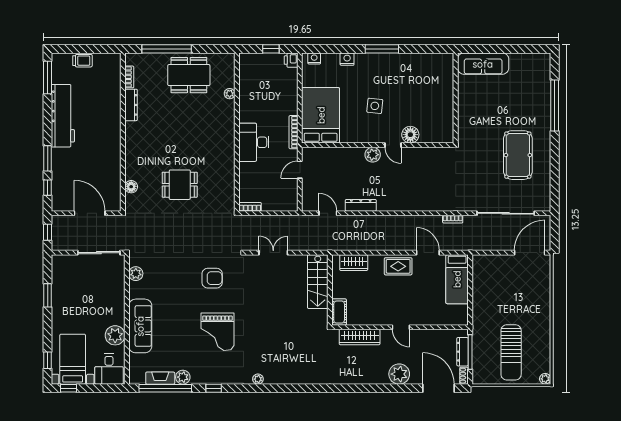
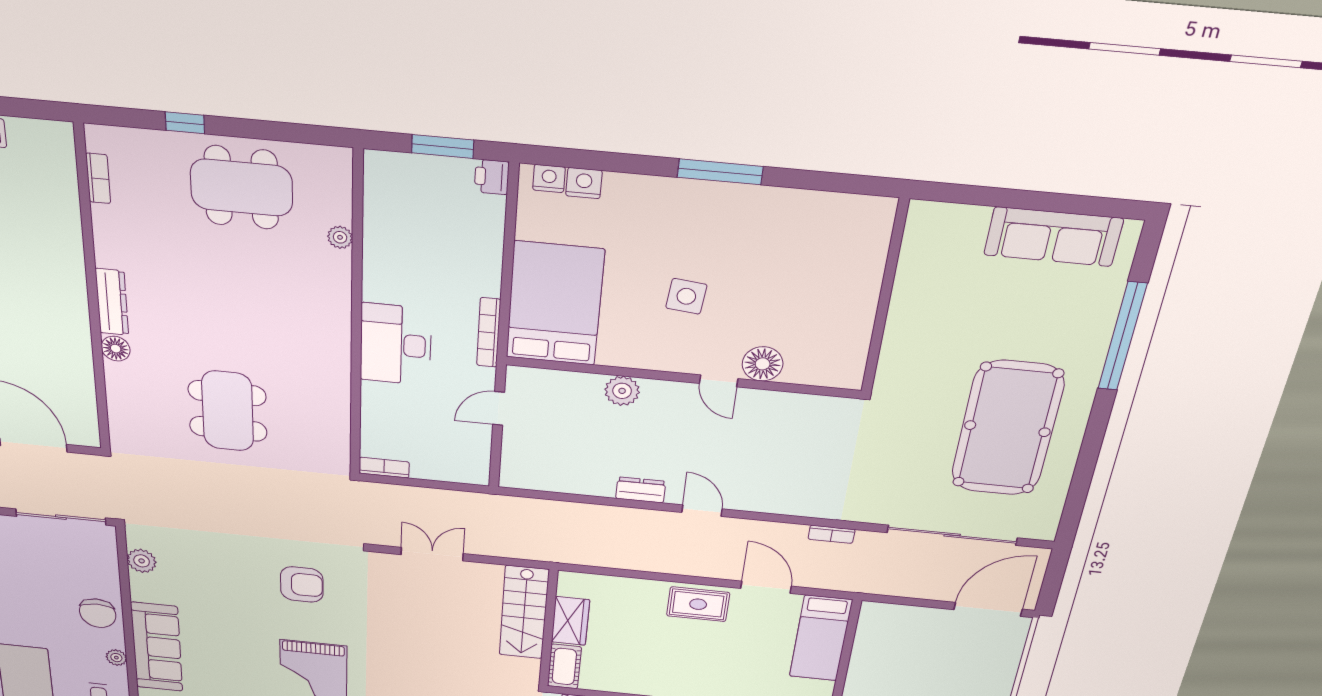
window: (167, 49) -> (185, 123), width x0.32
window: (271, 49) -> (443, 146), width x1.50
nightstand: (347, 59) -> (584, 183), moved
sofa: (483, 64) -> (1053, 237), moved
dresser: (131, 105) -> (112, 302), moved
plant: (373, 155) -> (622, 391), moved
pool table: (518, 155) -> (1007, 429), width x1.36, depth x1.32
dining table: (180, 185) -> (228, 411), width x1.38
floor lamp: (131, 187) -> (116, 349), moved
dresser: (361, 205) -> (641, 490), width x0.70
door: (328, 213) -> (702, 511), moved
wardrobe: (354, 263) -> (570, 621), moved, turned -90
chair: (112, 308) -> (98, 613), added
plant: (115, 335) -> (116, 658), width x0.53, depth x0.53

